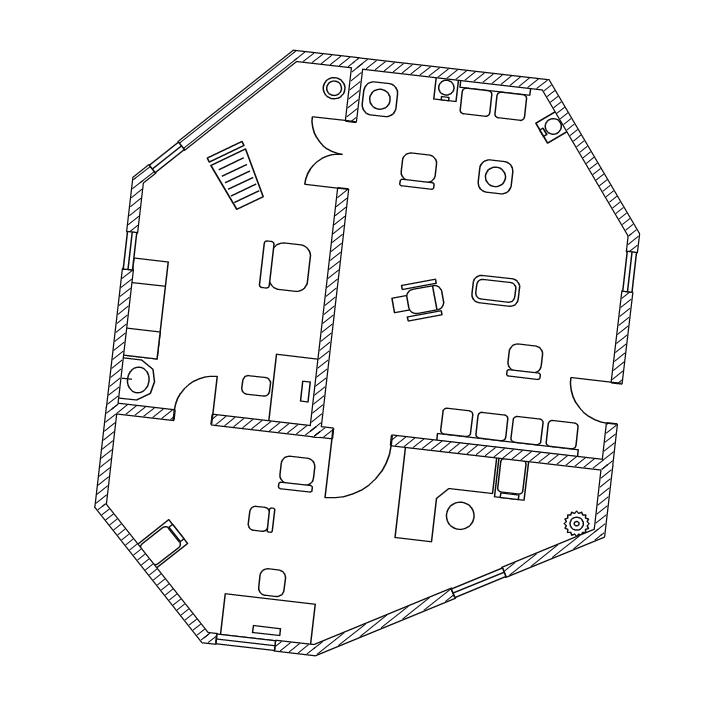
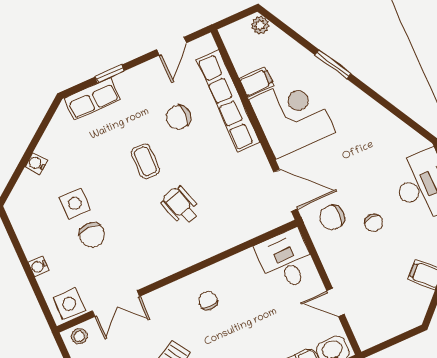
row of seats: (494, 101) -> (92, 99), moved, turned 90
water cooler: (552, 127) -> (36, 164), moved
chair: (419, 171) -> (92, 235), moved, turned -90
chair: (285, 267) -> (208, 301), width x0.54, depth x0.54
window: (630, 272) -> (110, 74), moved

